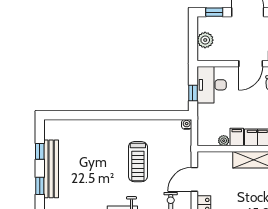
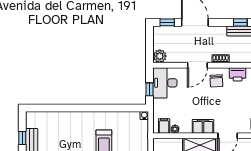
plant: (205, 40) -> (160, 56), moved
filing cabinet: (237, 137) -> (164, 126), moved

